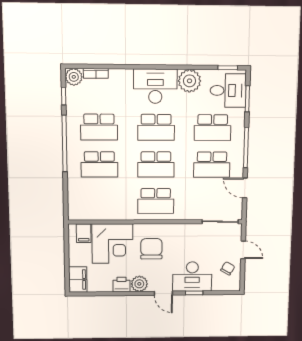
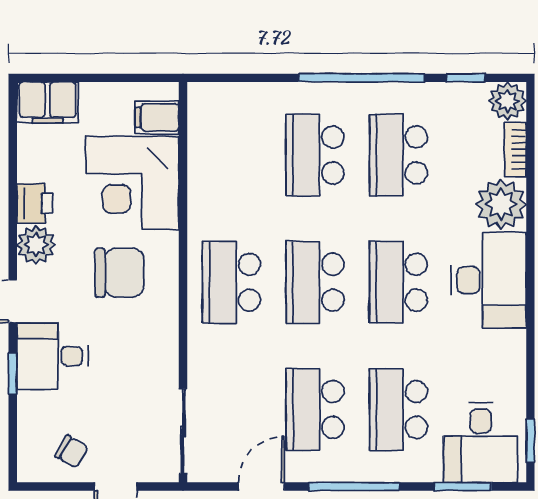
plant: (189, 81) -> (501, 204), moved
desk: (192, 277) -> (52, 356), width x0.73

